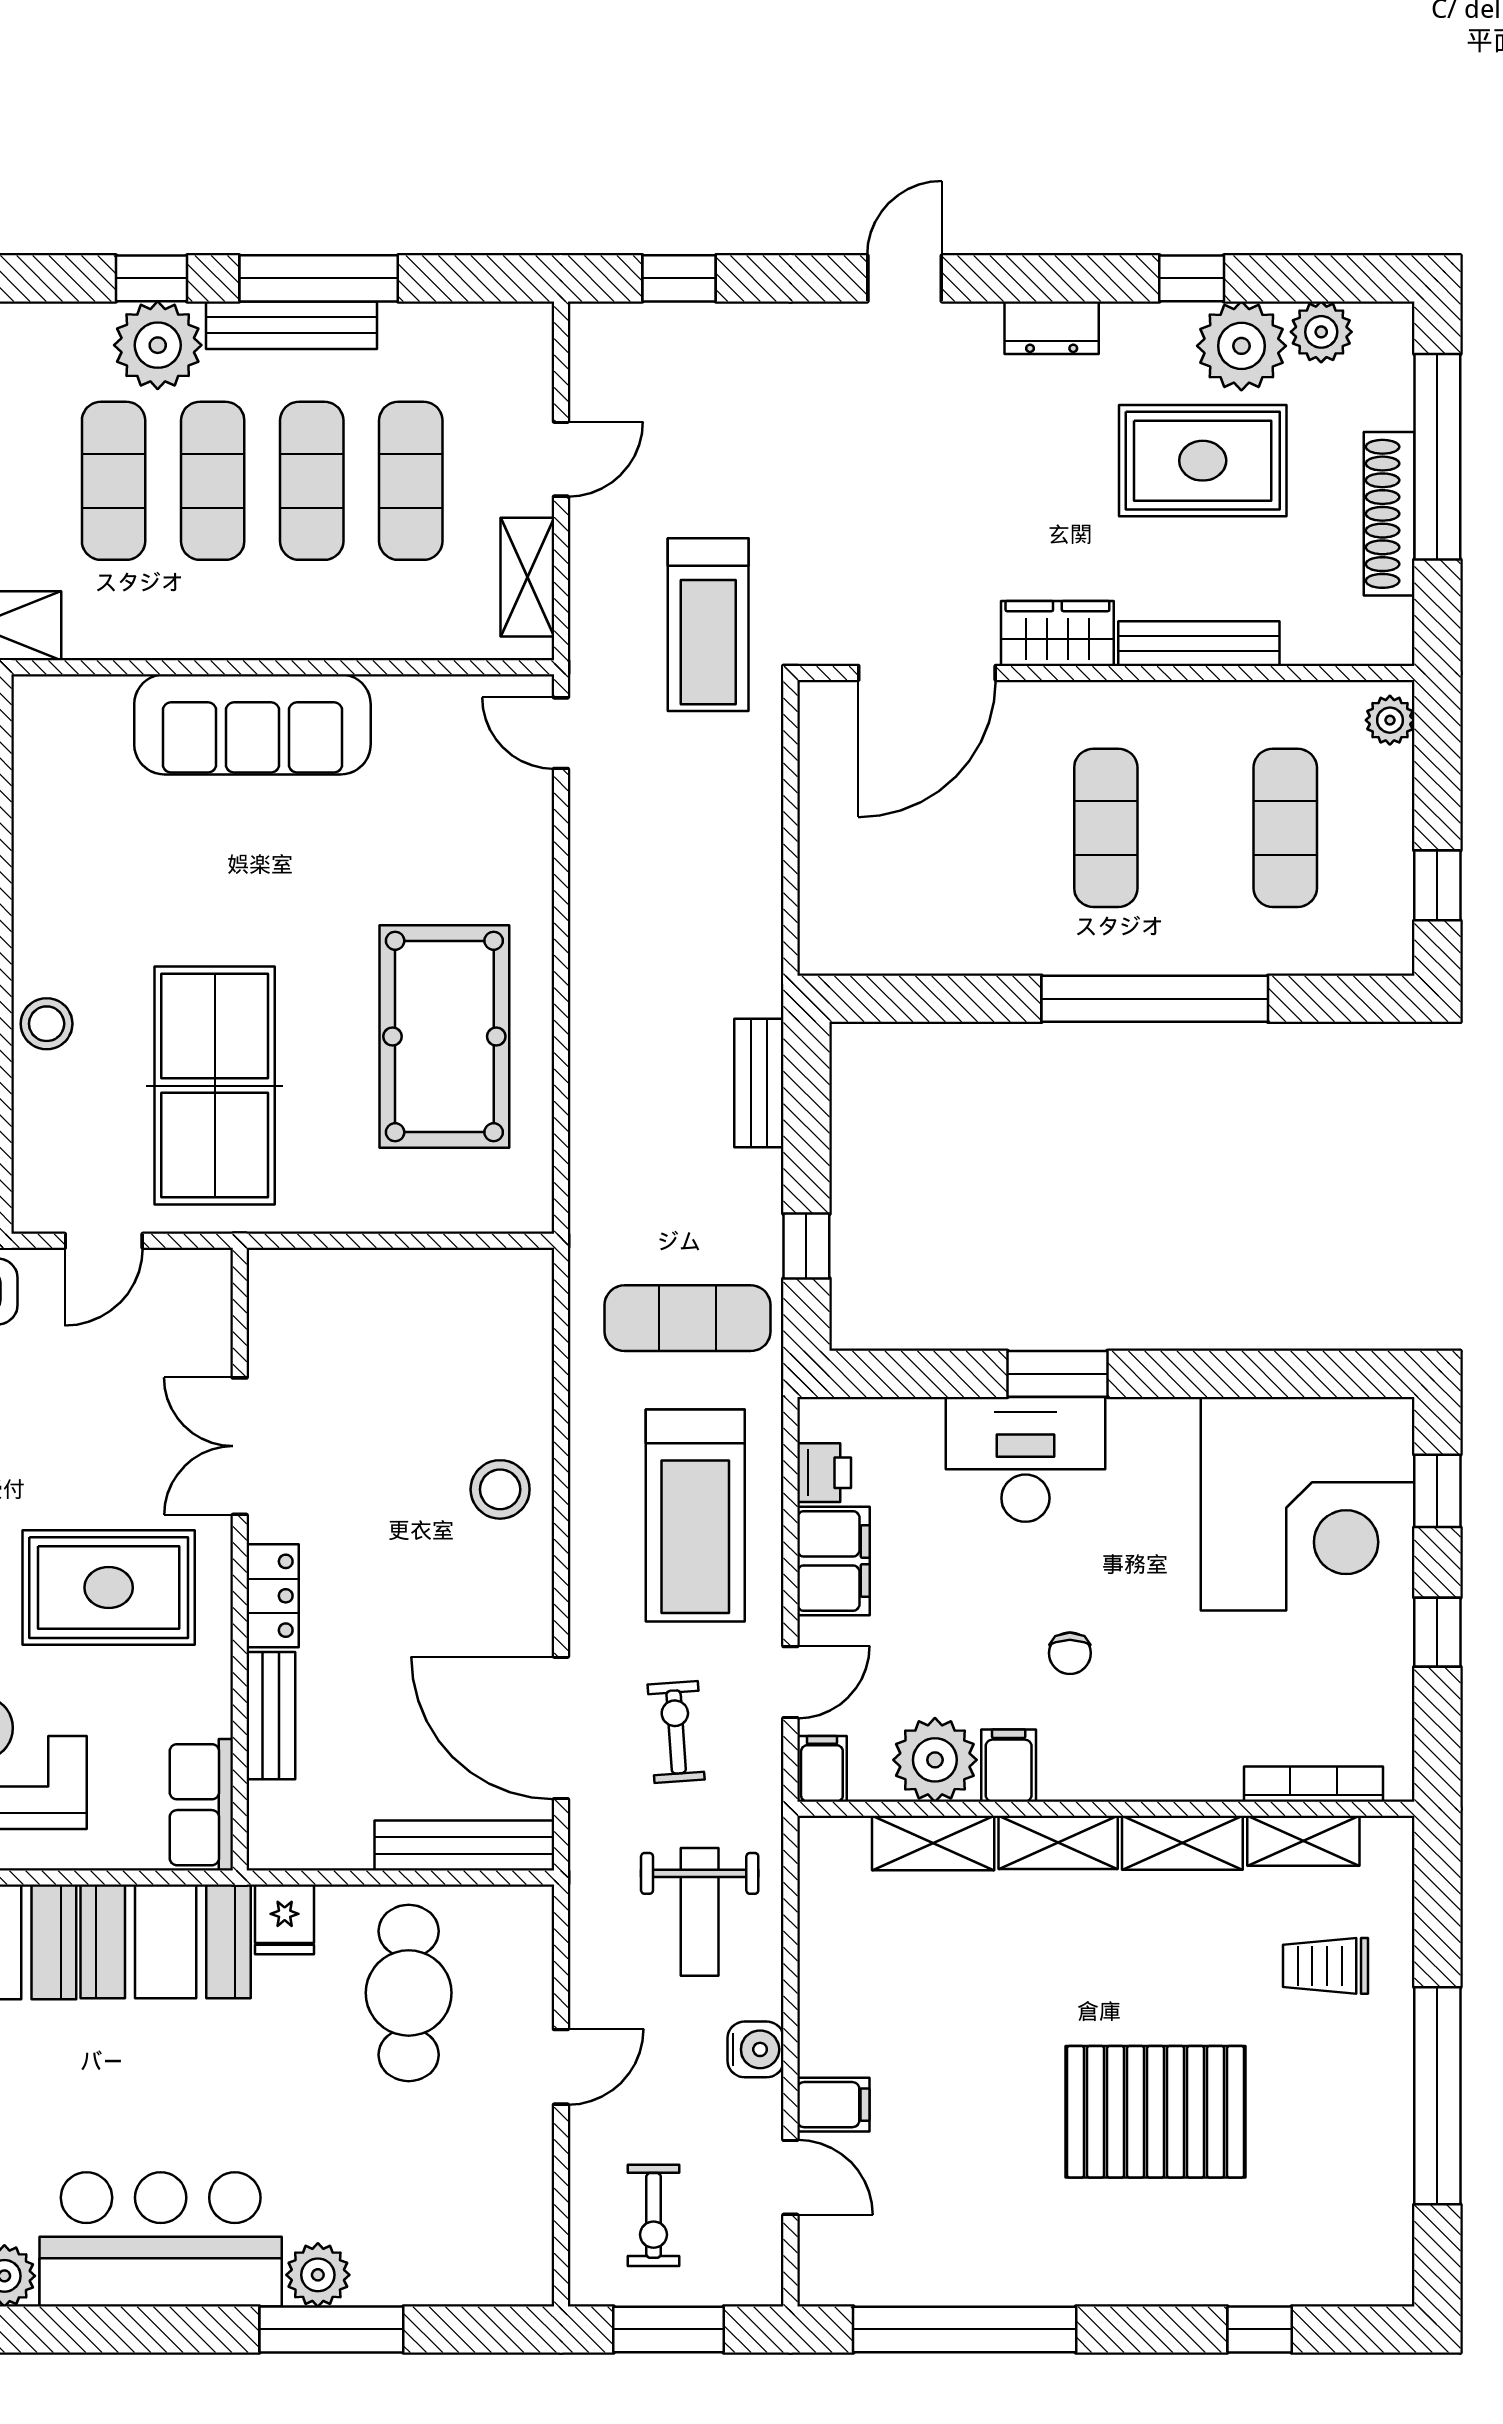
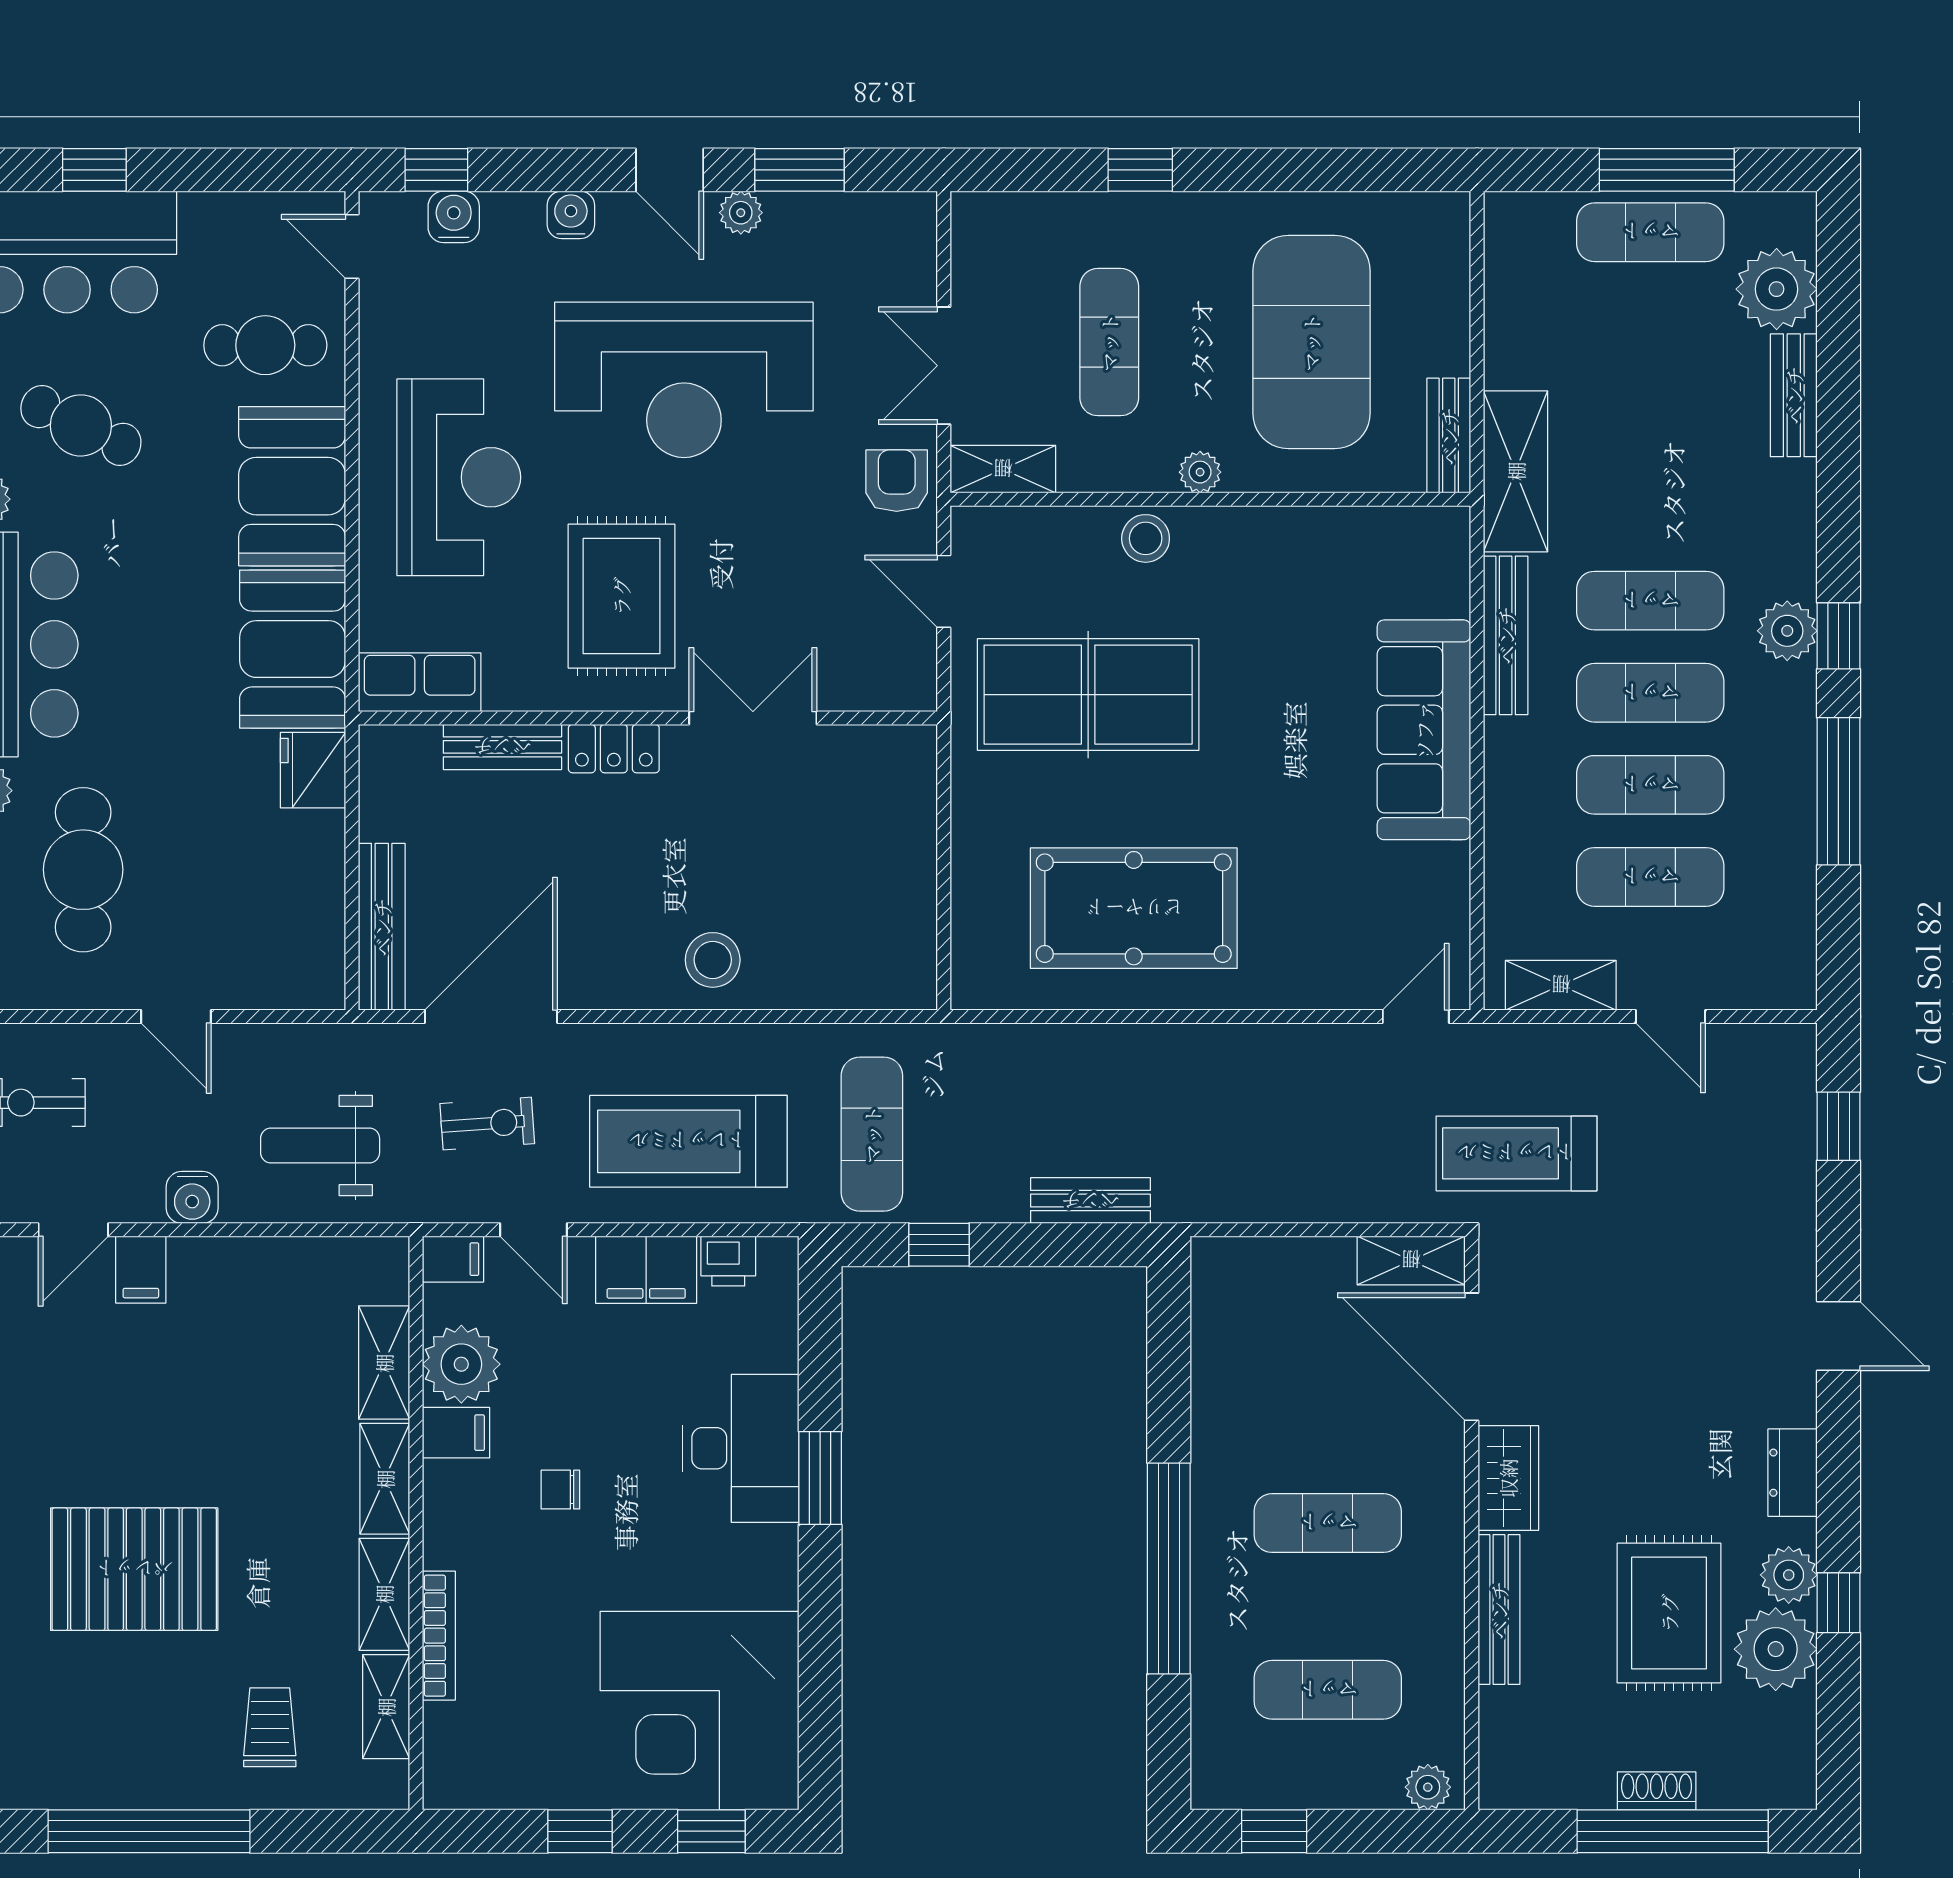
bench: (291, 325) -> (1506, 635), moved
plant: (1321, 332) -> (1789, 1575), moved
plant: (158, 345) -> (1787, 631), width x0.73, depth x0.73
shoe rack: (1389, 514) -> (1657, 1791), width x0.51, depth x0.81
shelving: (823, 738) -> (1411, 1260), added
bookcase: (1313, 1784) -> (439, 1636), moved
fridge: (285, 1919) -> (313, 770), width x1.38
cafe table: (409, 1993) -> (83, 870), moved, turned 90
pallet: (1156, 2112) -> (134, 1569), turned 90

